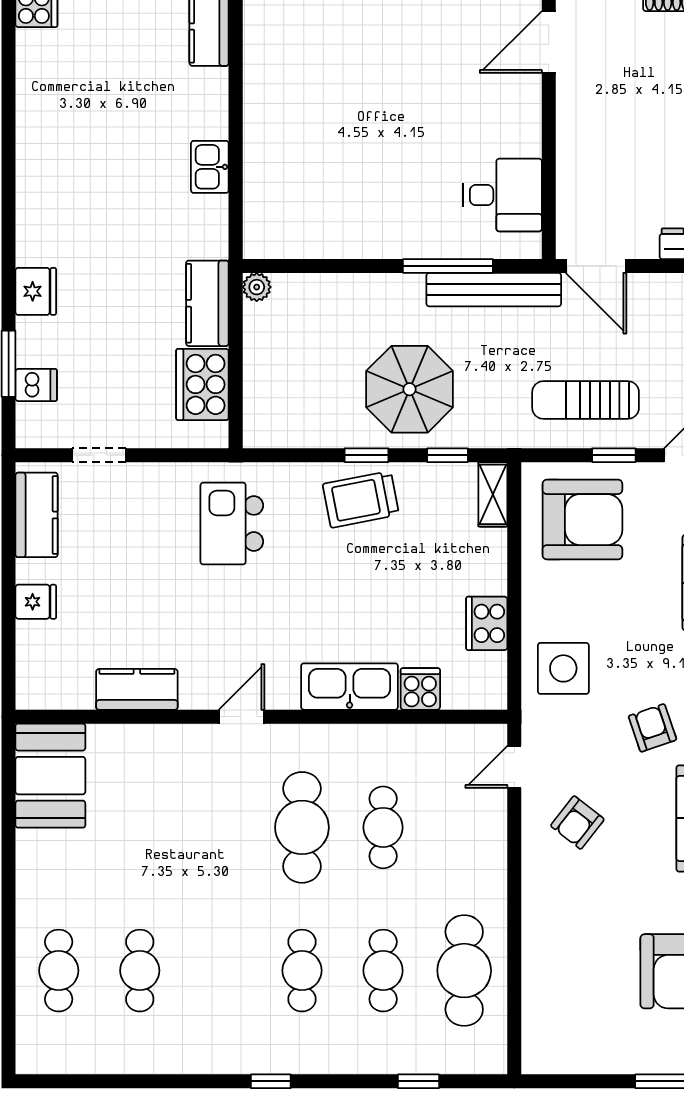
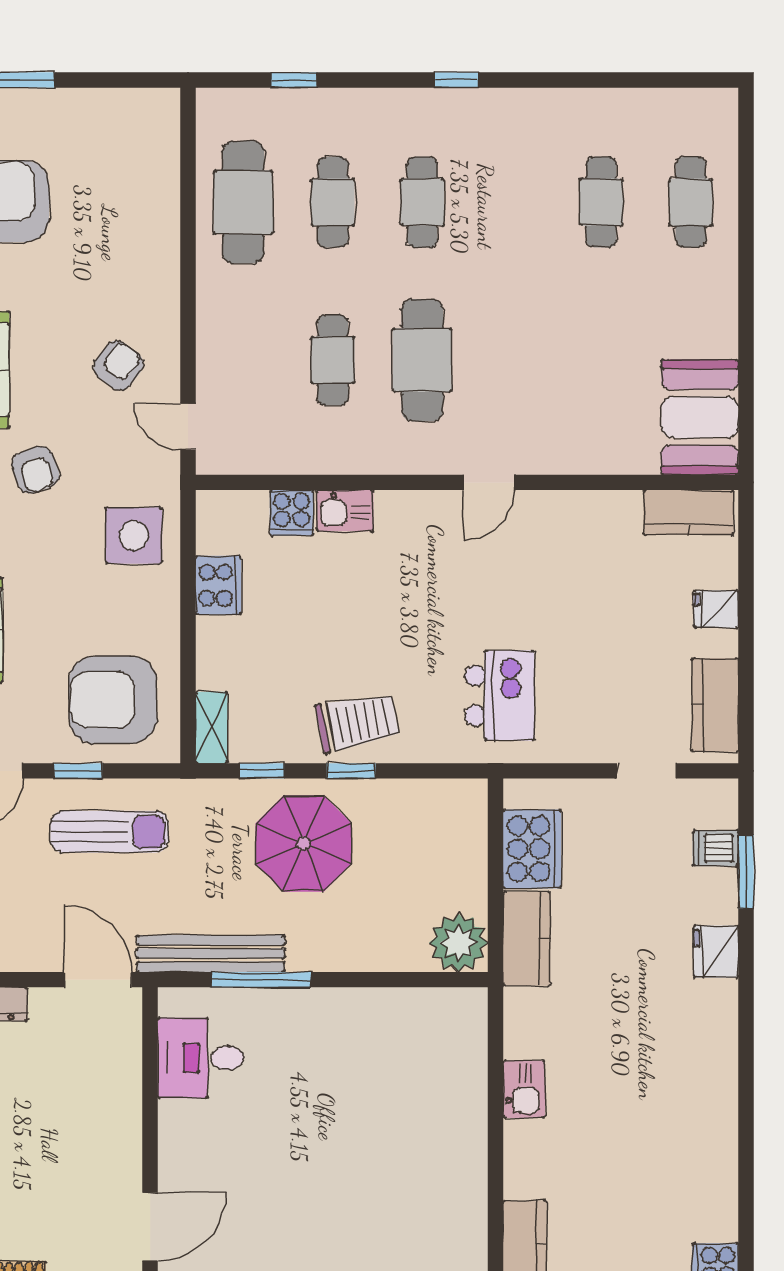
plant: (257, 287) -> (459, 943), width x1.88, depth x1.88
kitchen sink: (350, 687) -> (345, 511), width x0.53, depth x0.81
kitchen counter: (137, 689) -> (688, 512), moved
door: (514, 767) -> (188, 427), swing flipped

